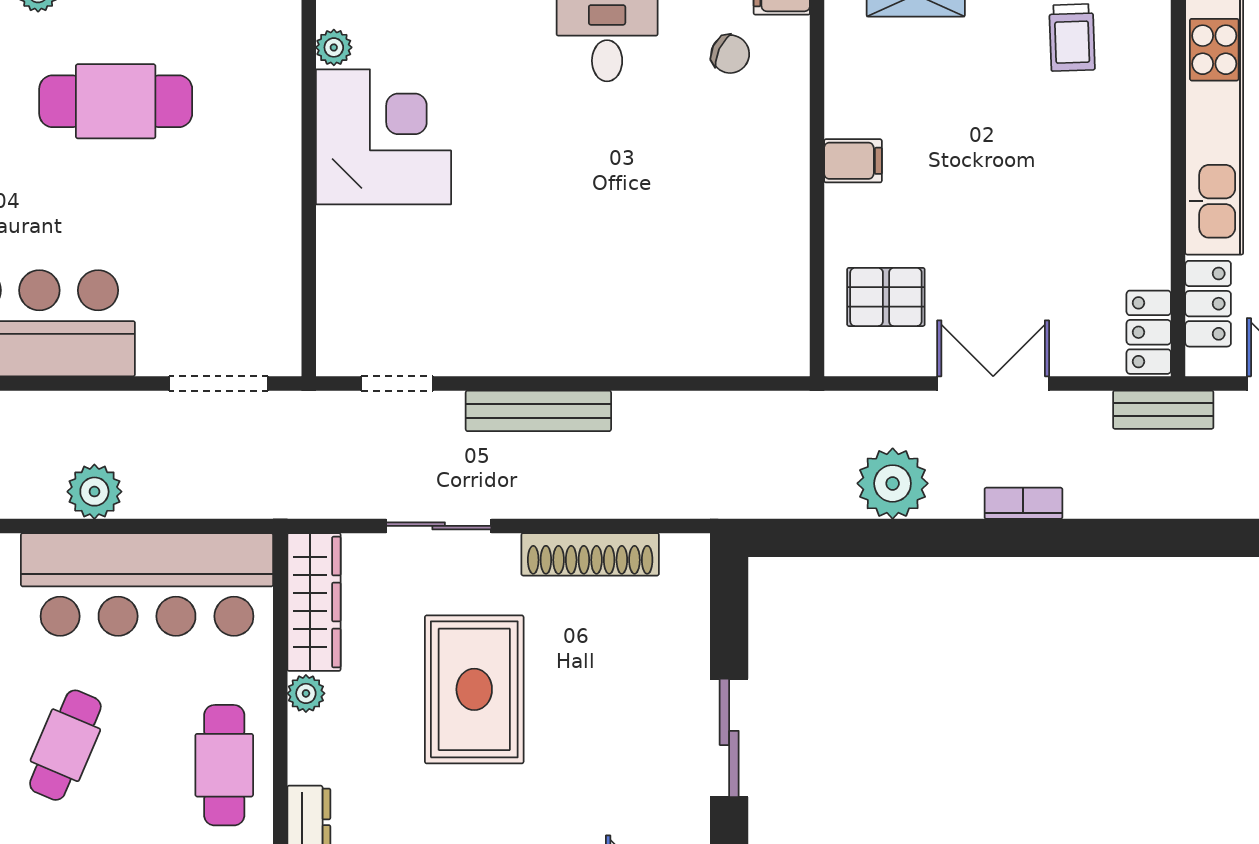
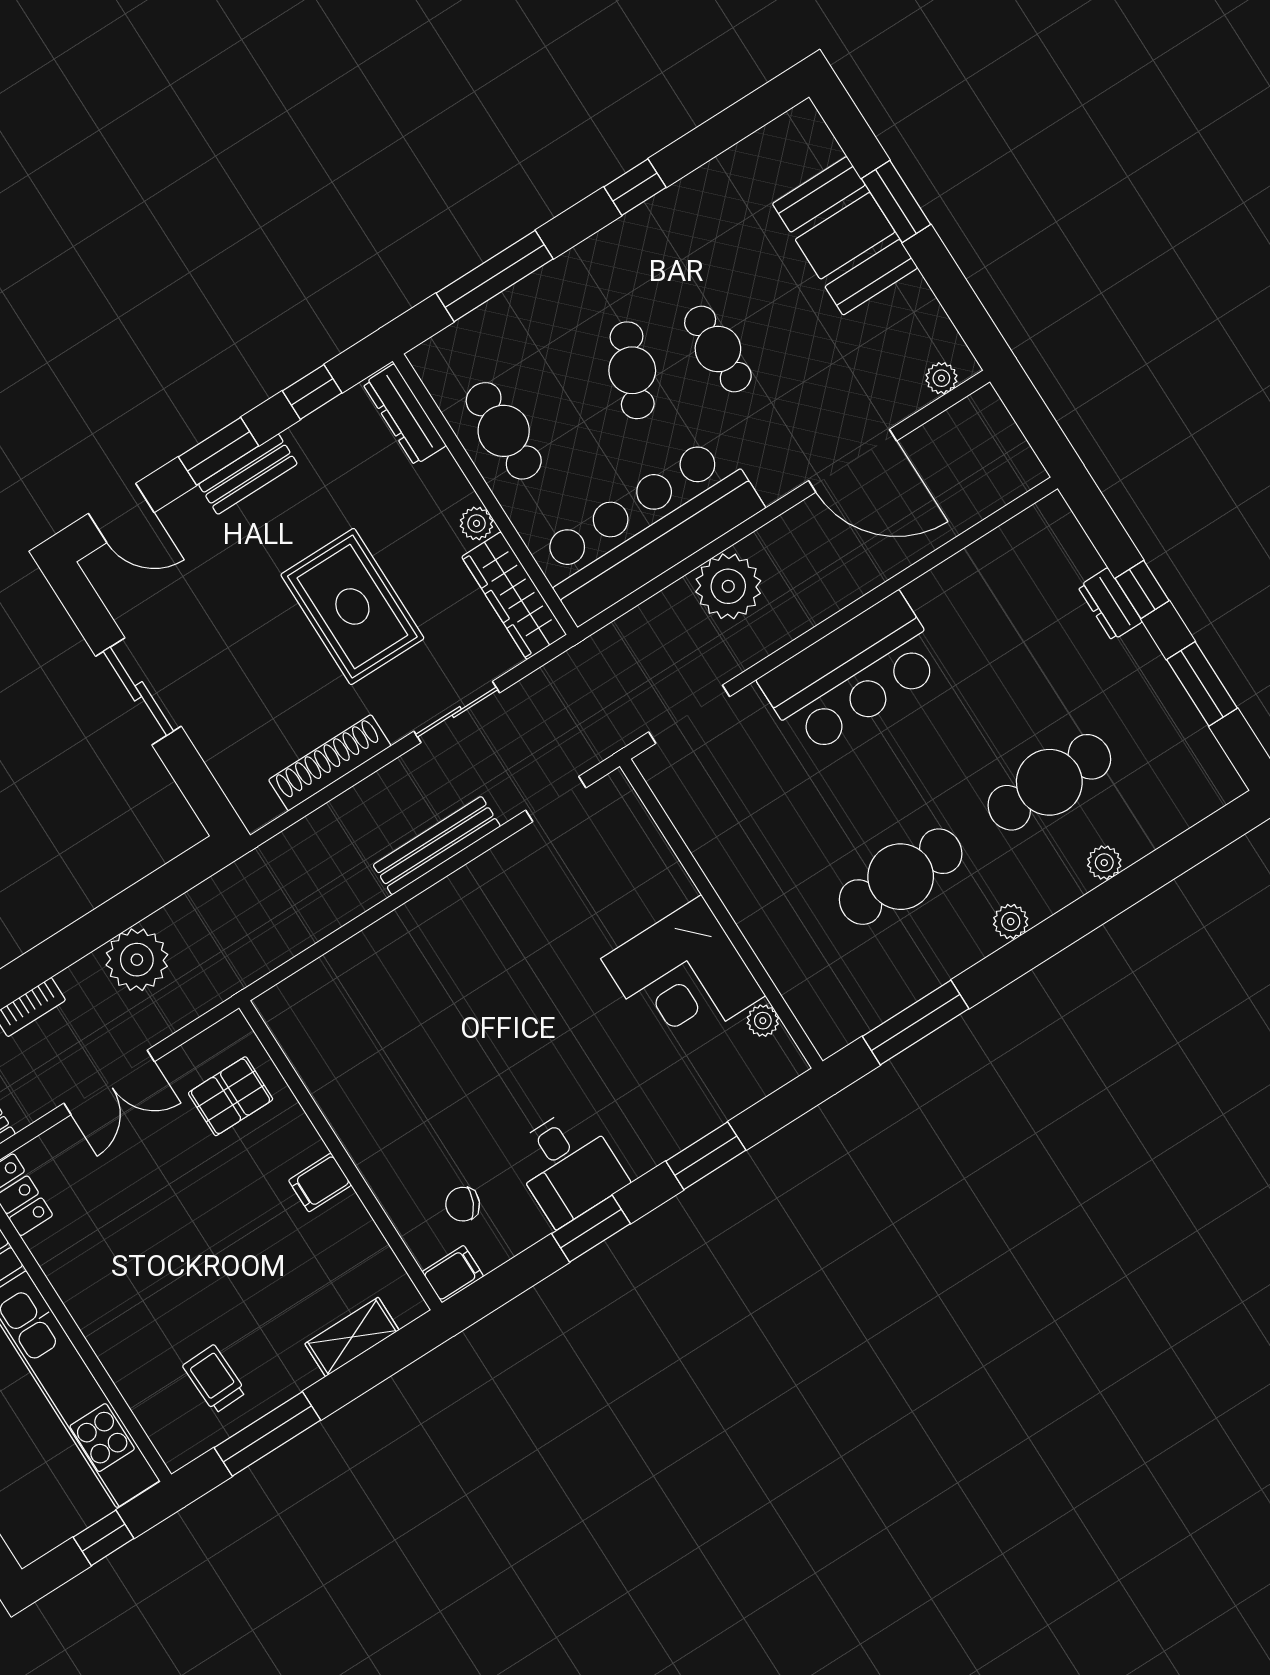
plant: (94, 492) -> (728, 586), width x1.36, depth x1.36

